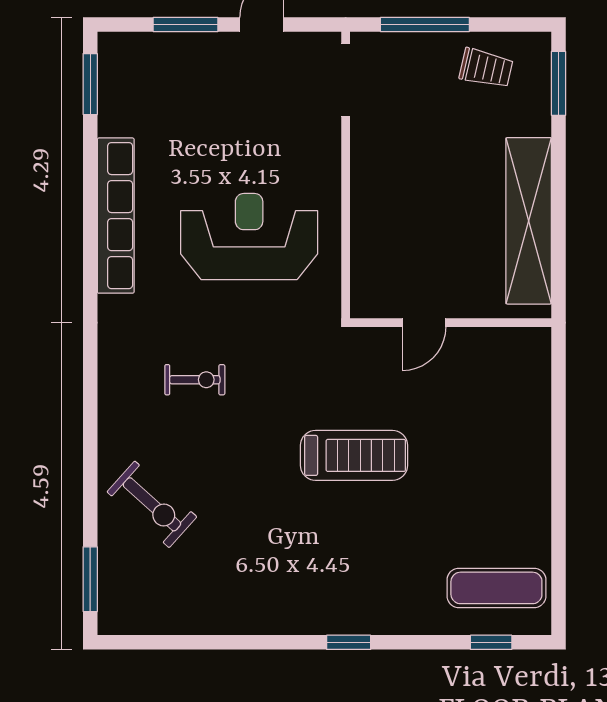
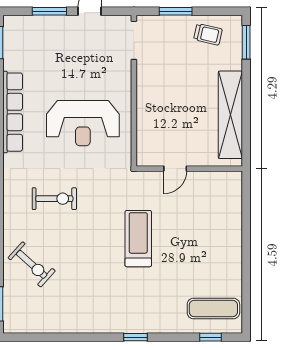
window: (425, 25) -> (176, 11), width x0.69
reception desk: (249, 237) -> (83, 123), turned 180
exercise bike: (195, 380) -> (54, 199), width x1.38, depth x1.39
treadmill: (354, 455) -> (138, 239), turned -90

